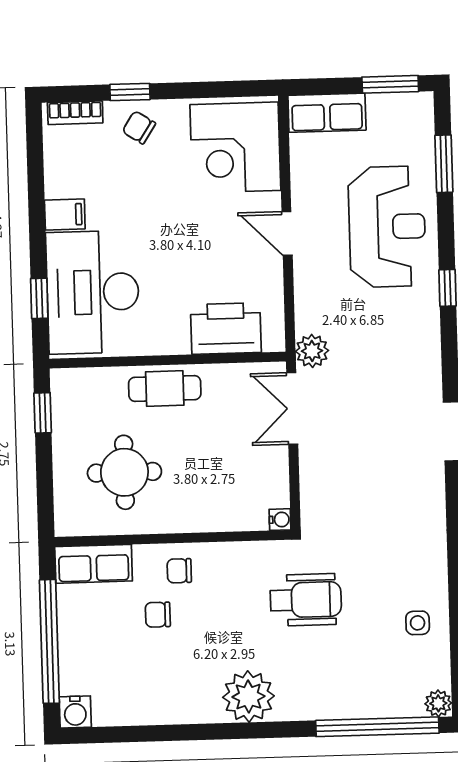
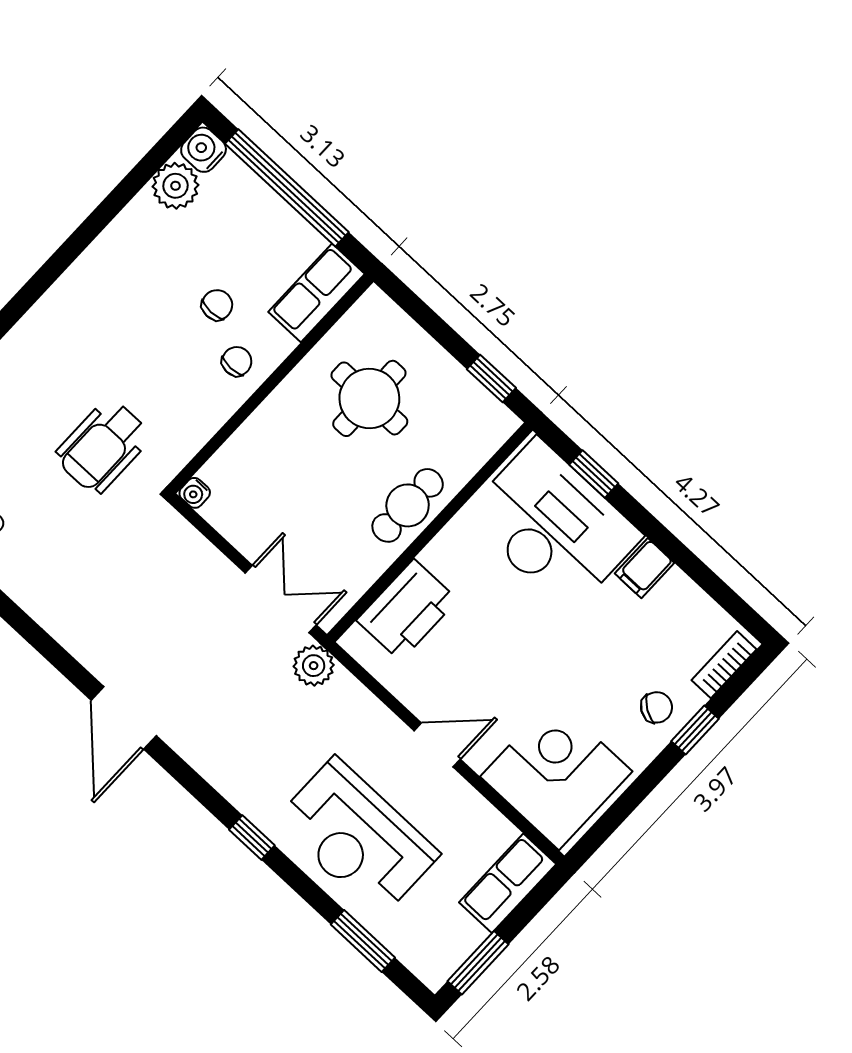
plant: (248, 697) -> (175, 186), moved, width x0.73, depth x0.73

